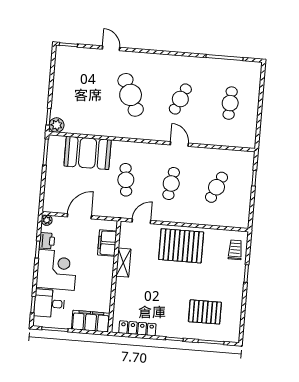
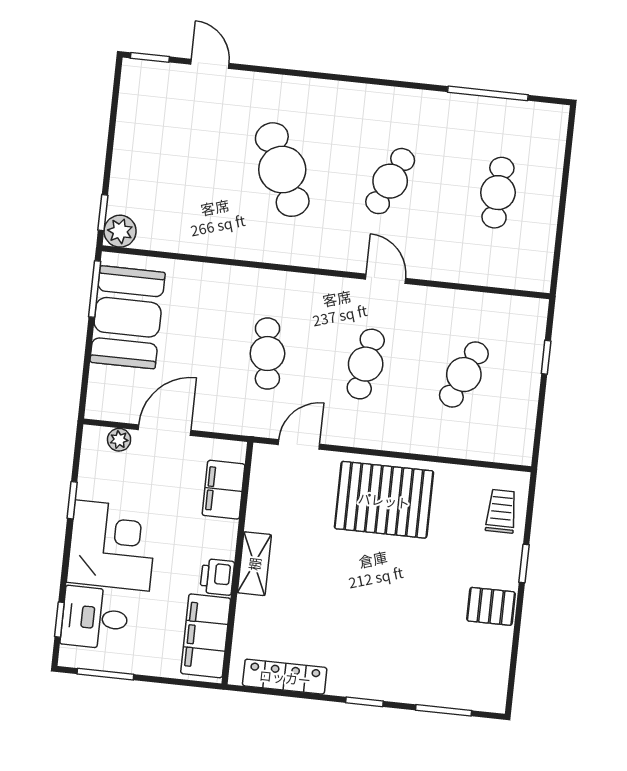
door: (111, 48) -> (210, 64), moved
booth: (88, 153) -> (128, 317), moved, turned 90
plant: (47, 220) -> (119, 440), moved
printer: (47, 241) -> (217, 577), moved, turned 180
shelving: (123, 263) -> (254, 564), moved
pallet: (205, 312) -> (491, 606), moved, width x0.67, depth x0.71
filing cabinet: (91, 321) -> (206, 636), moved, turned -90

